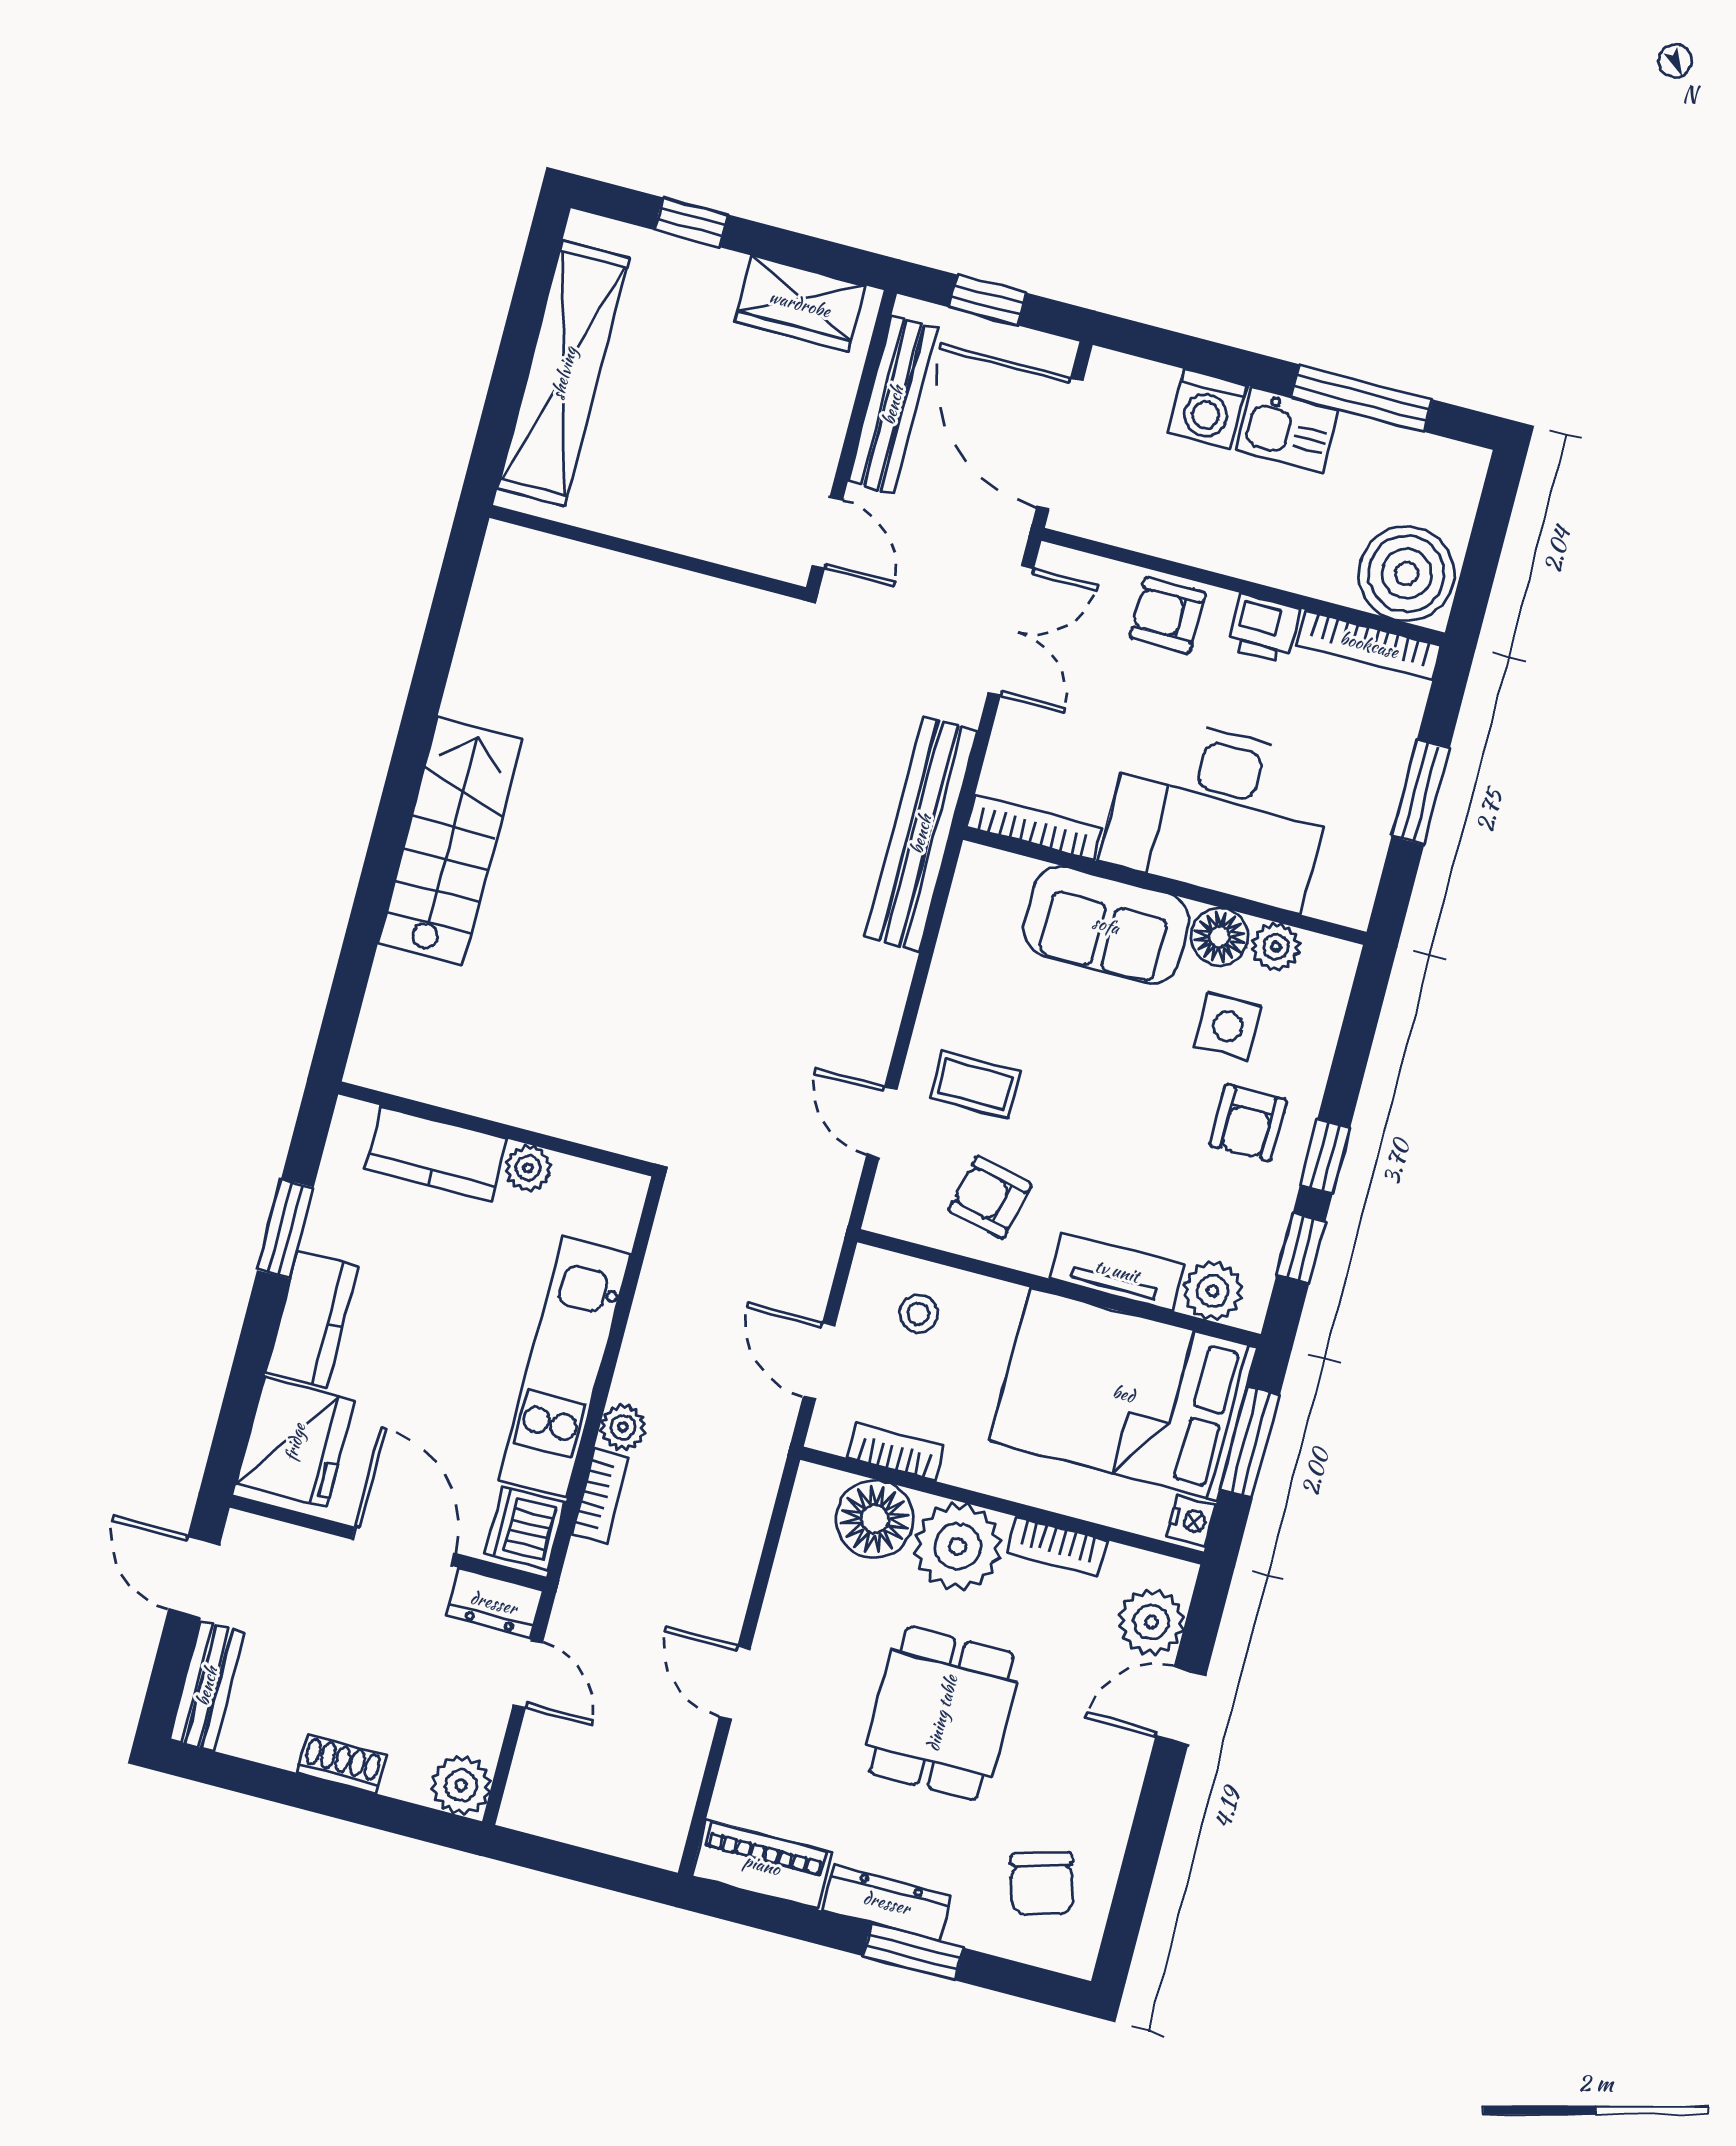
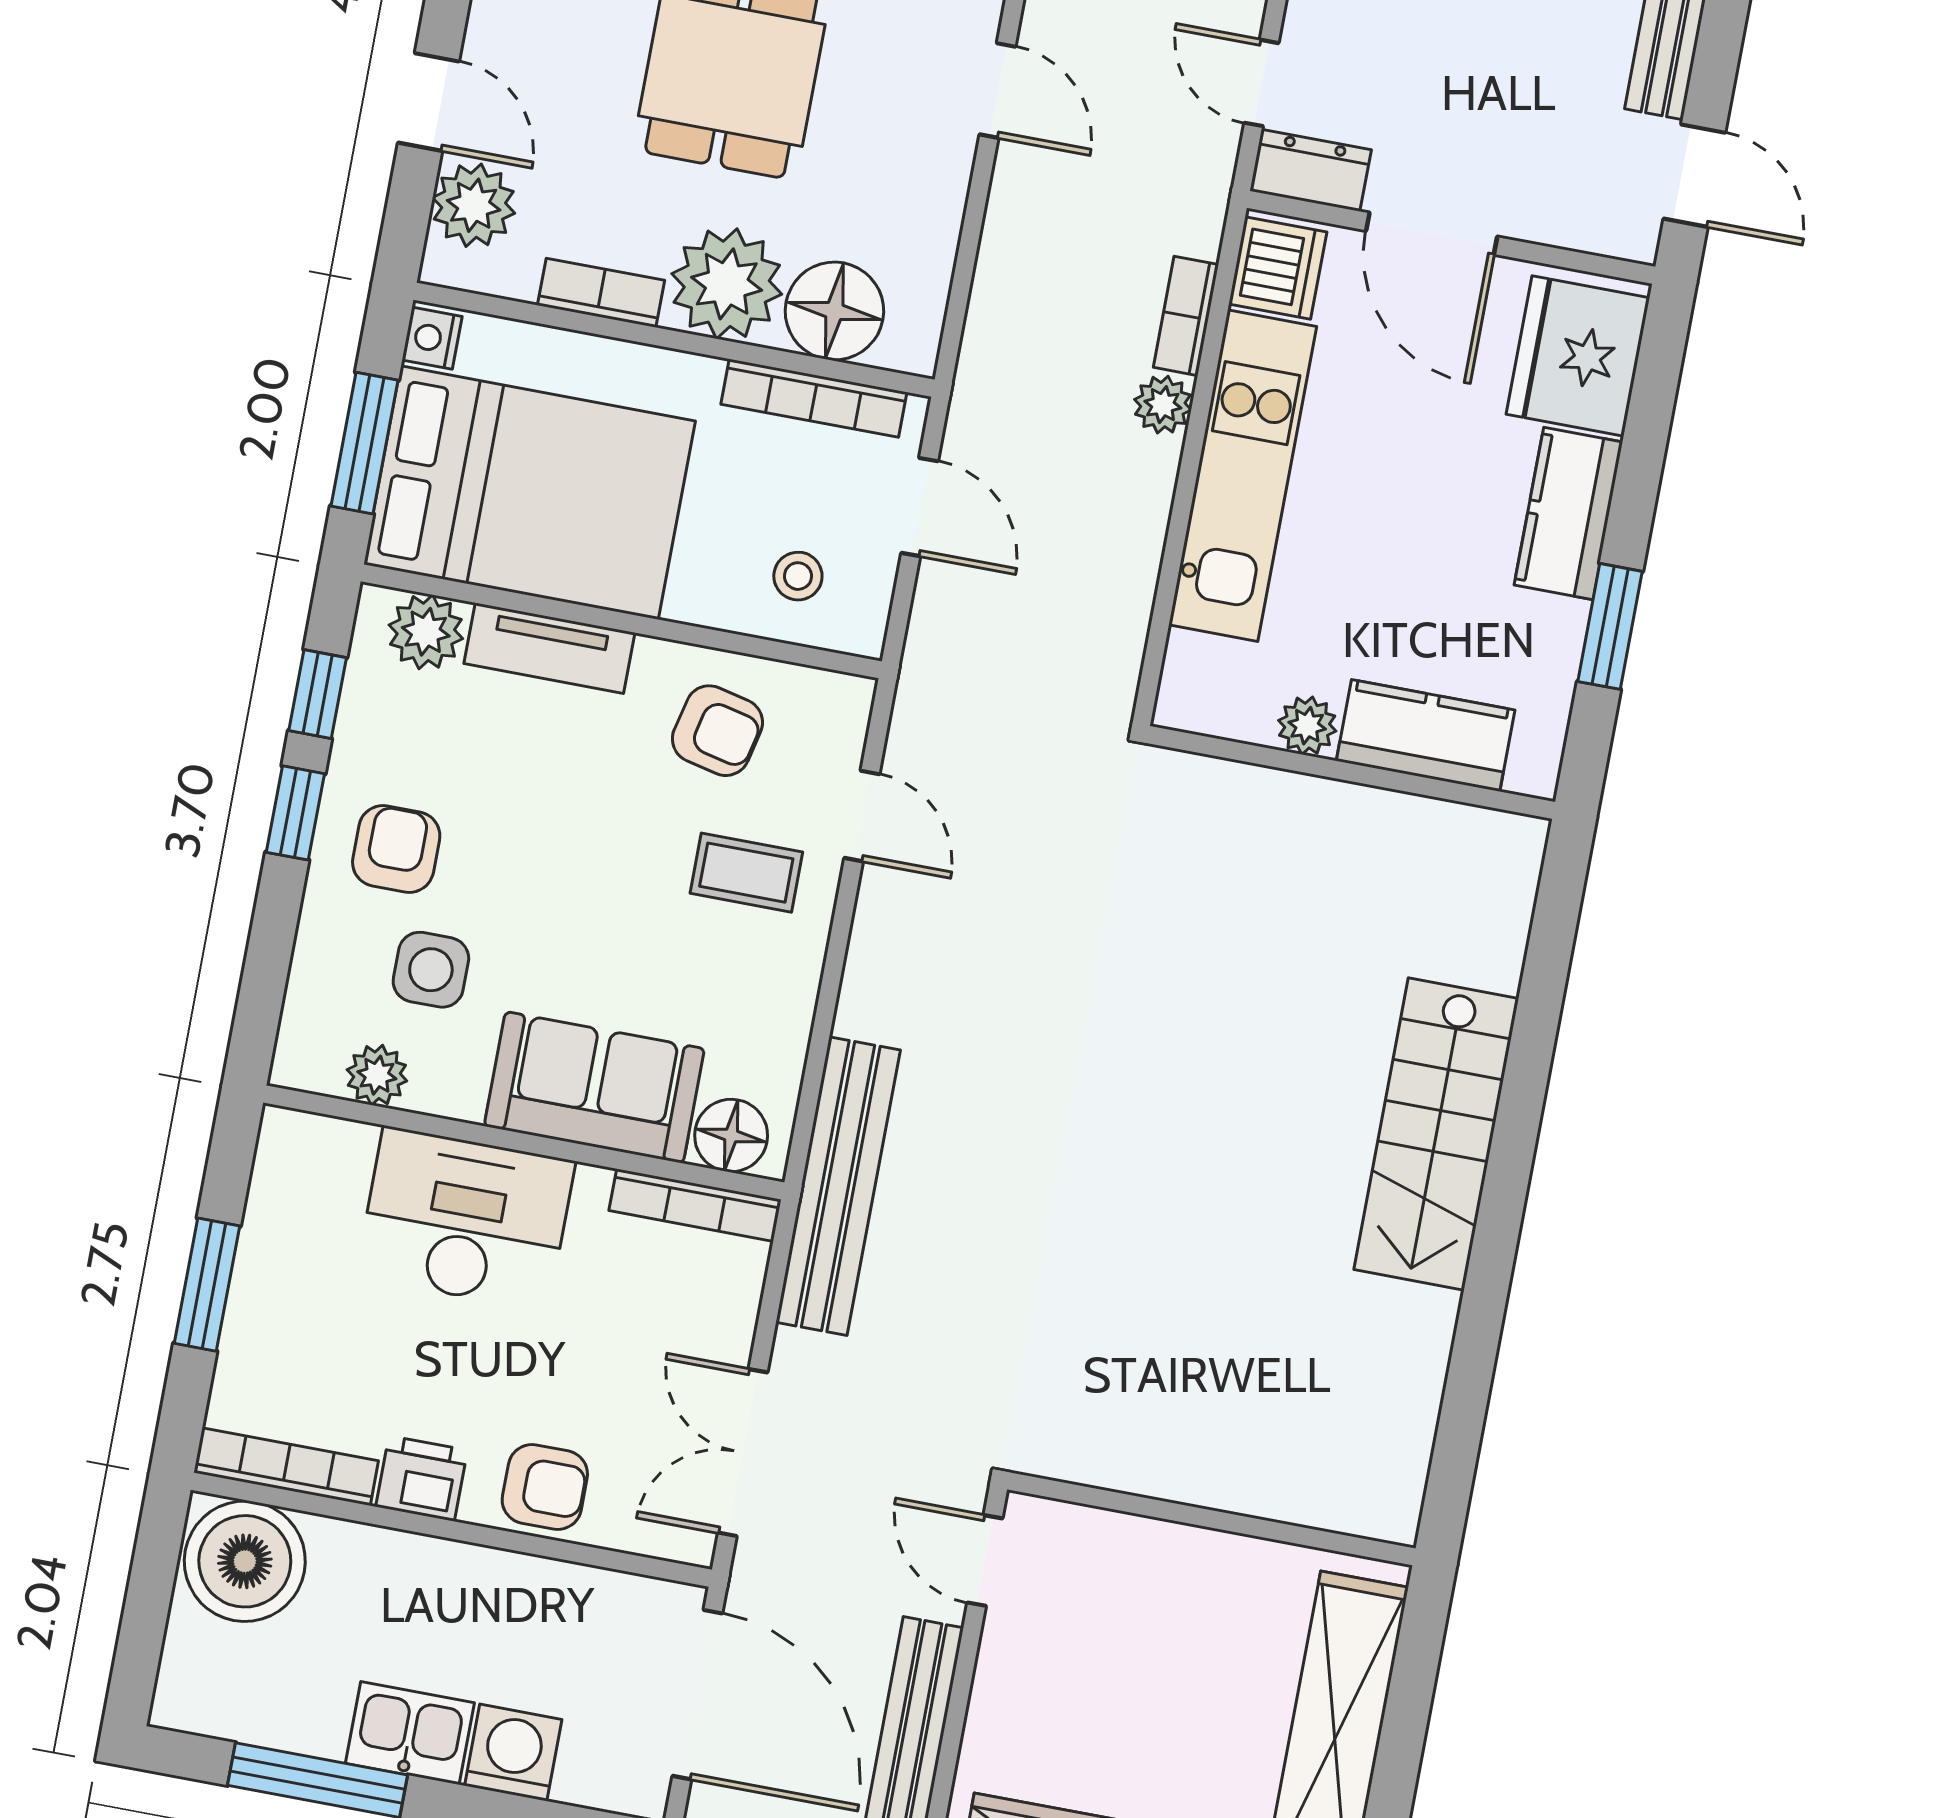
desk: (1219, 812) -> (466, 1219), width x0.73, depth x0.77
floor lamp: (1220, 937) -> (731, 1136), moved
bookcase: (896, 1452) -> (814, 398), width x1.56
door: (1181, 1706) -> (428, 102), hinge flipped

